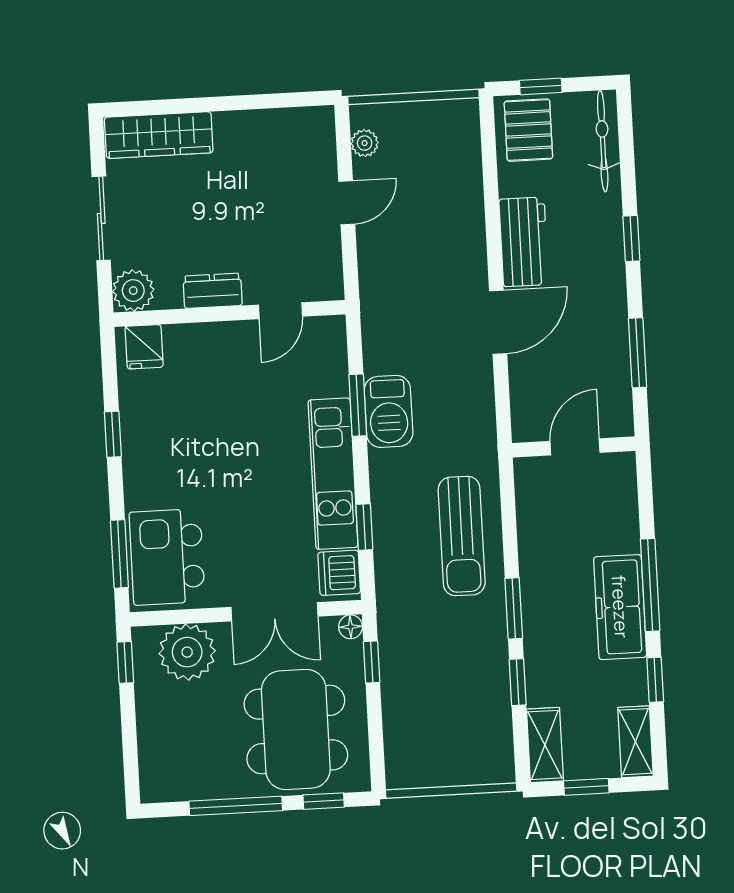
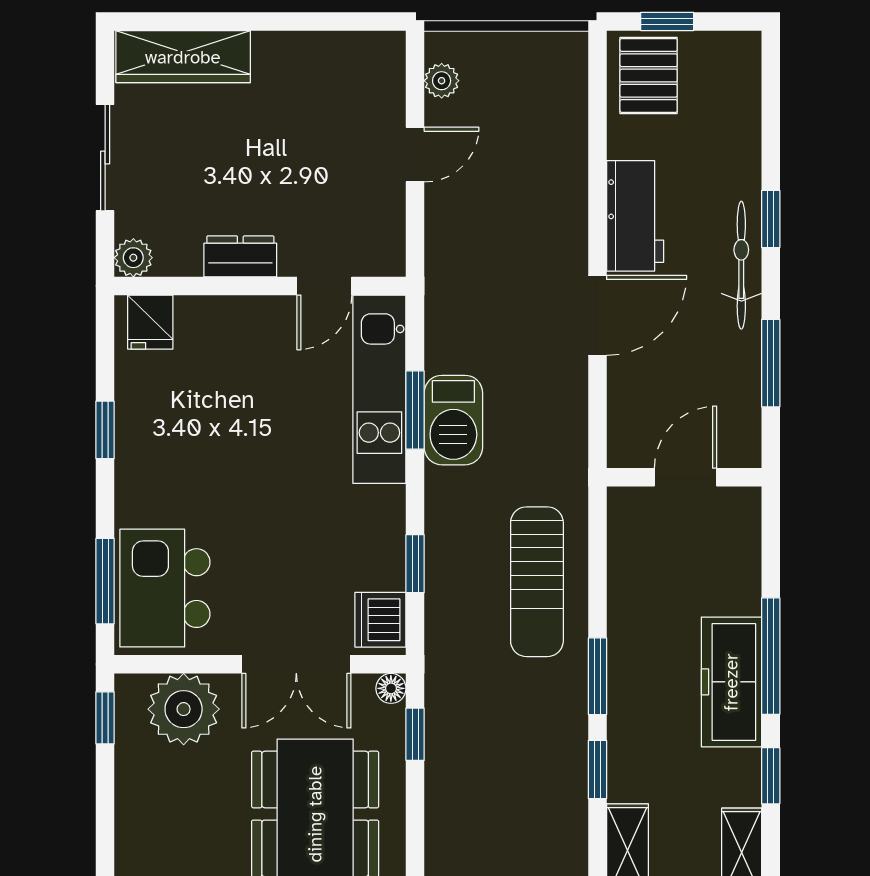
bicycle: (603, 141) -> (741, 265), moved
plant: (133, 291) -> (133, 258), width x0.73, depth x0.73
kitchen unit: (333, 474) -> (379, 389), moved

